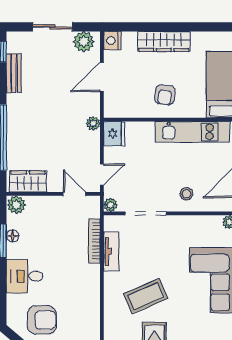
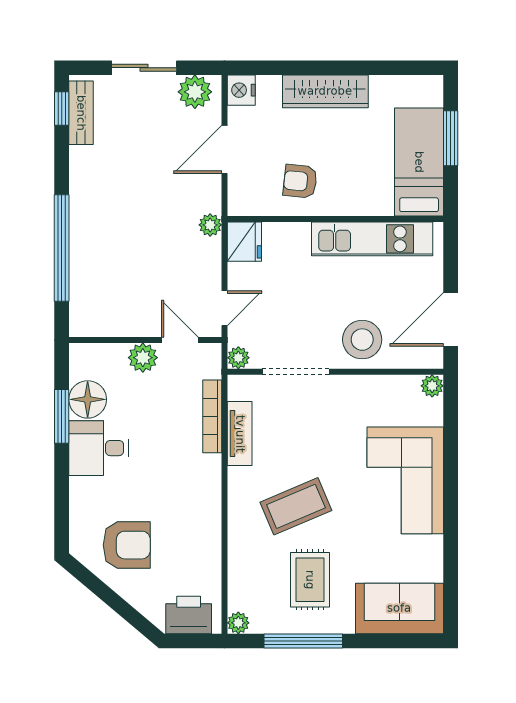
bench: (14, 73) -> (81, 113), moved
armchair: (165, 95) -> (300, 181), moved, turned 88
wardrobe: (28, 181) -> (104, 320), removed
stool: (186, 194) -> (362, 340), width x1.89, depth x1.89
plant: (16, 205) -> (143, 358), moved
floor lamp: (12, 236) -> (88, 399), width x1.89, depth x1.89
desk: (25, 276) -> (99, 448), moved

